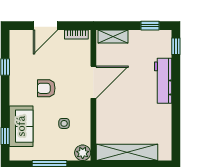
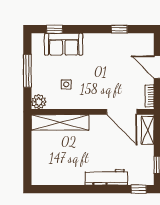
door: (93, 82) -> (122, 112), moved
armchair: (46, 88) -> (99, 68), removed
shelving: (127, 152) -> (60, 122), moved, turned 90

